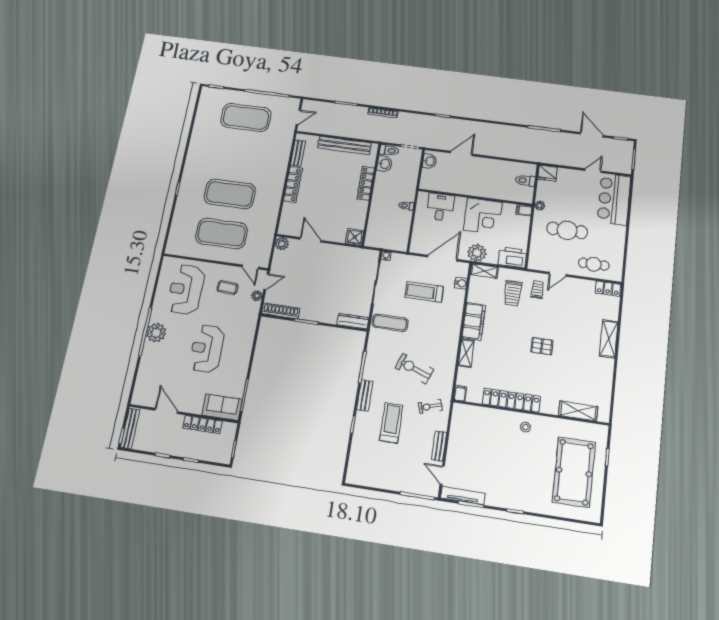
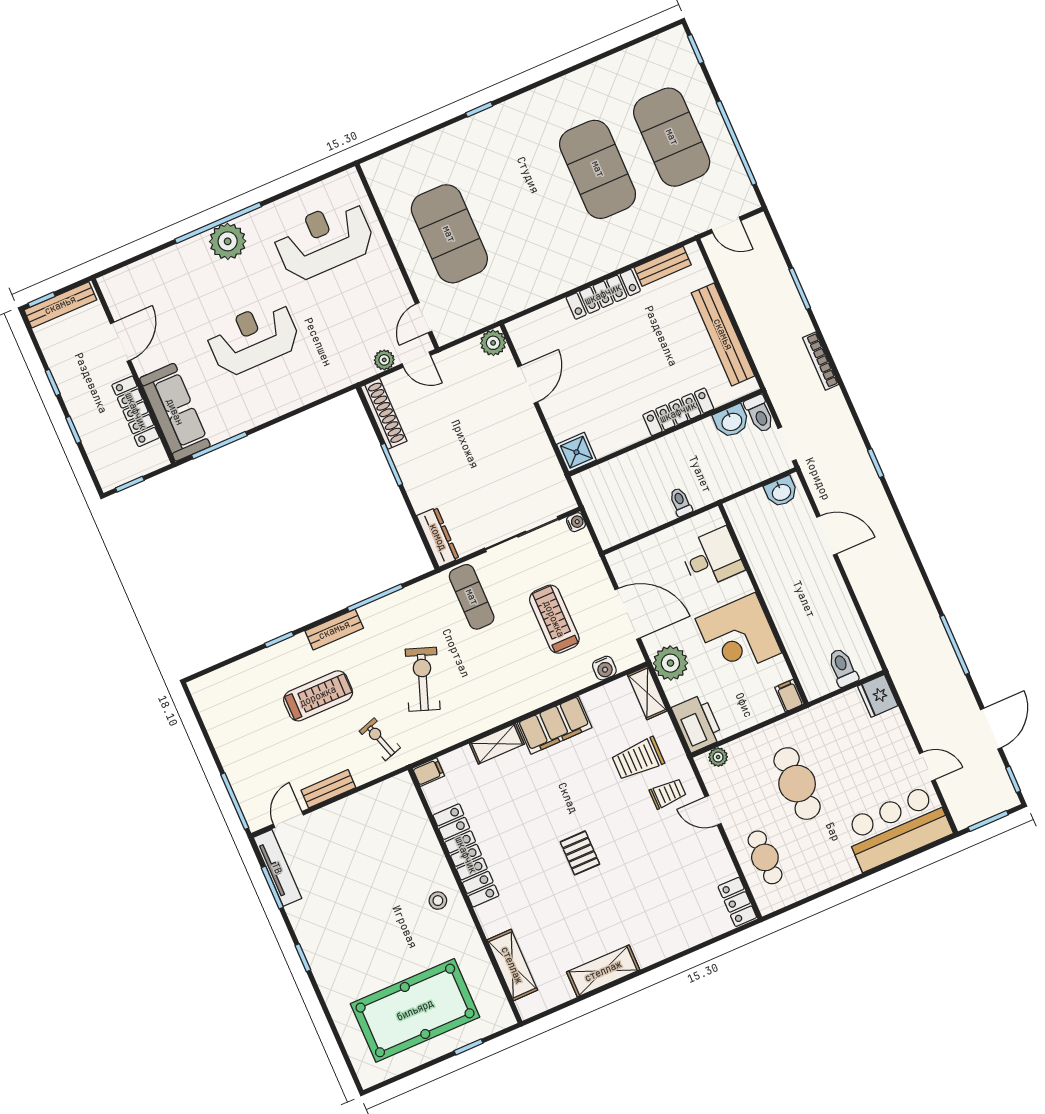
exercise mat: (230, 194) -> (598, 169), moved
plant: (540, 205) -> (718, 757), moved
coffee table: (228, 288) -> (368, 304), removed
shelving: (609, 339) -> (603, 971), moved
sofa: (222, 407) -> (175, 412), width x1.36

